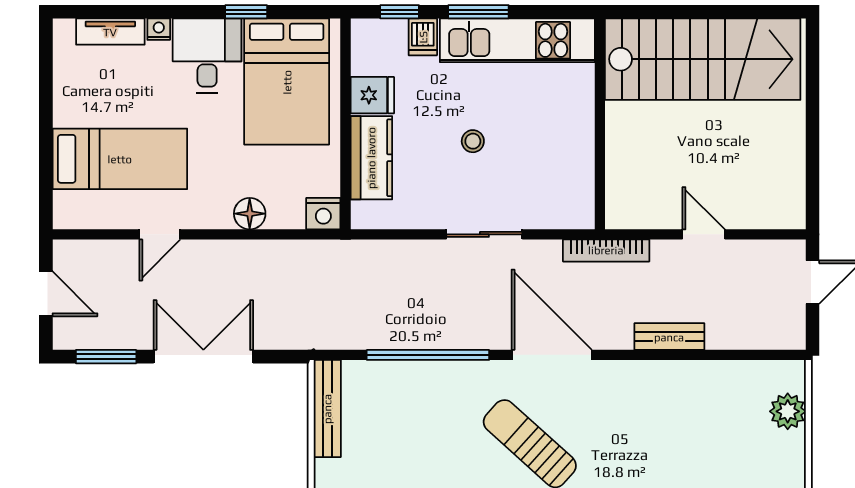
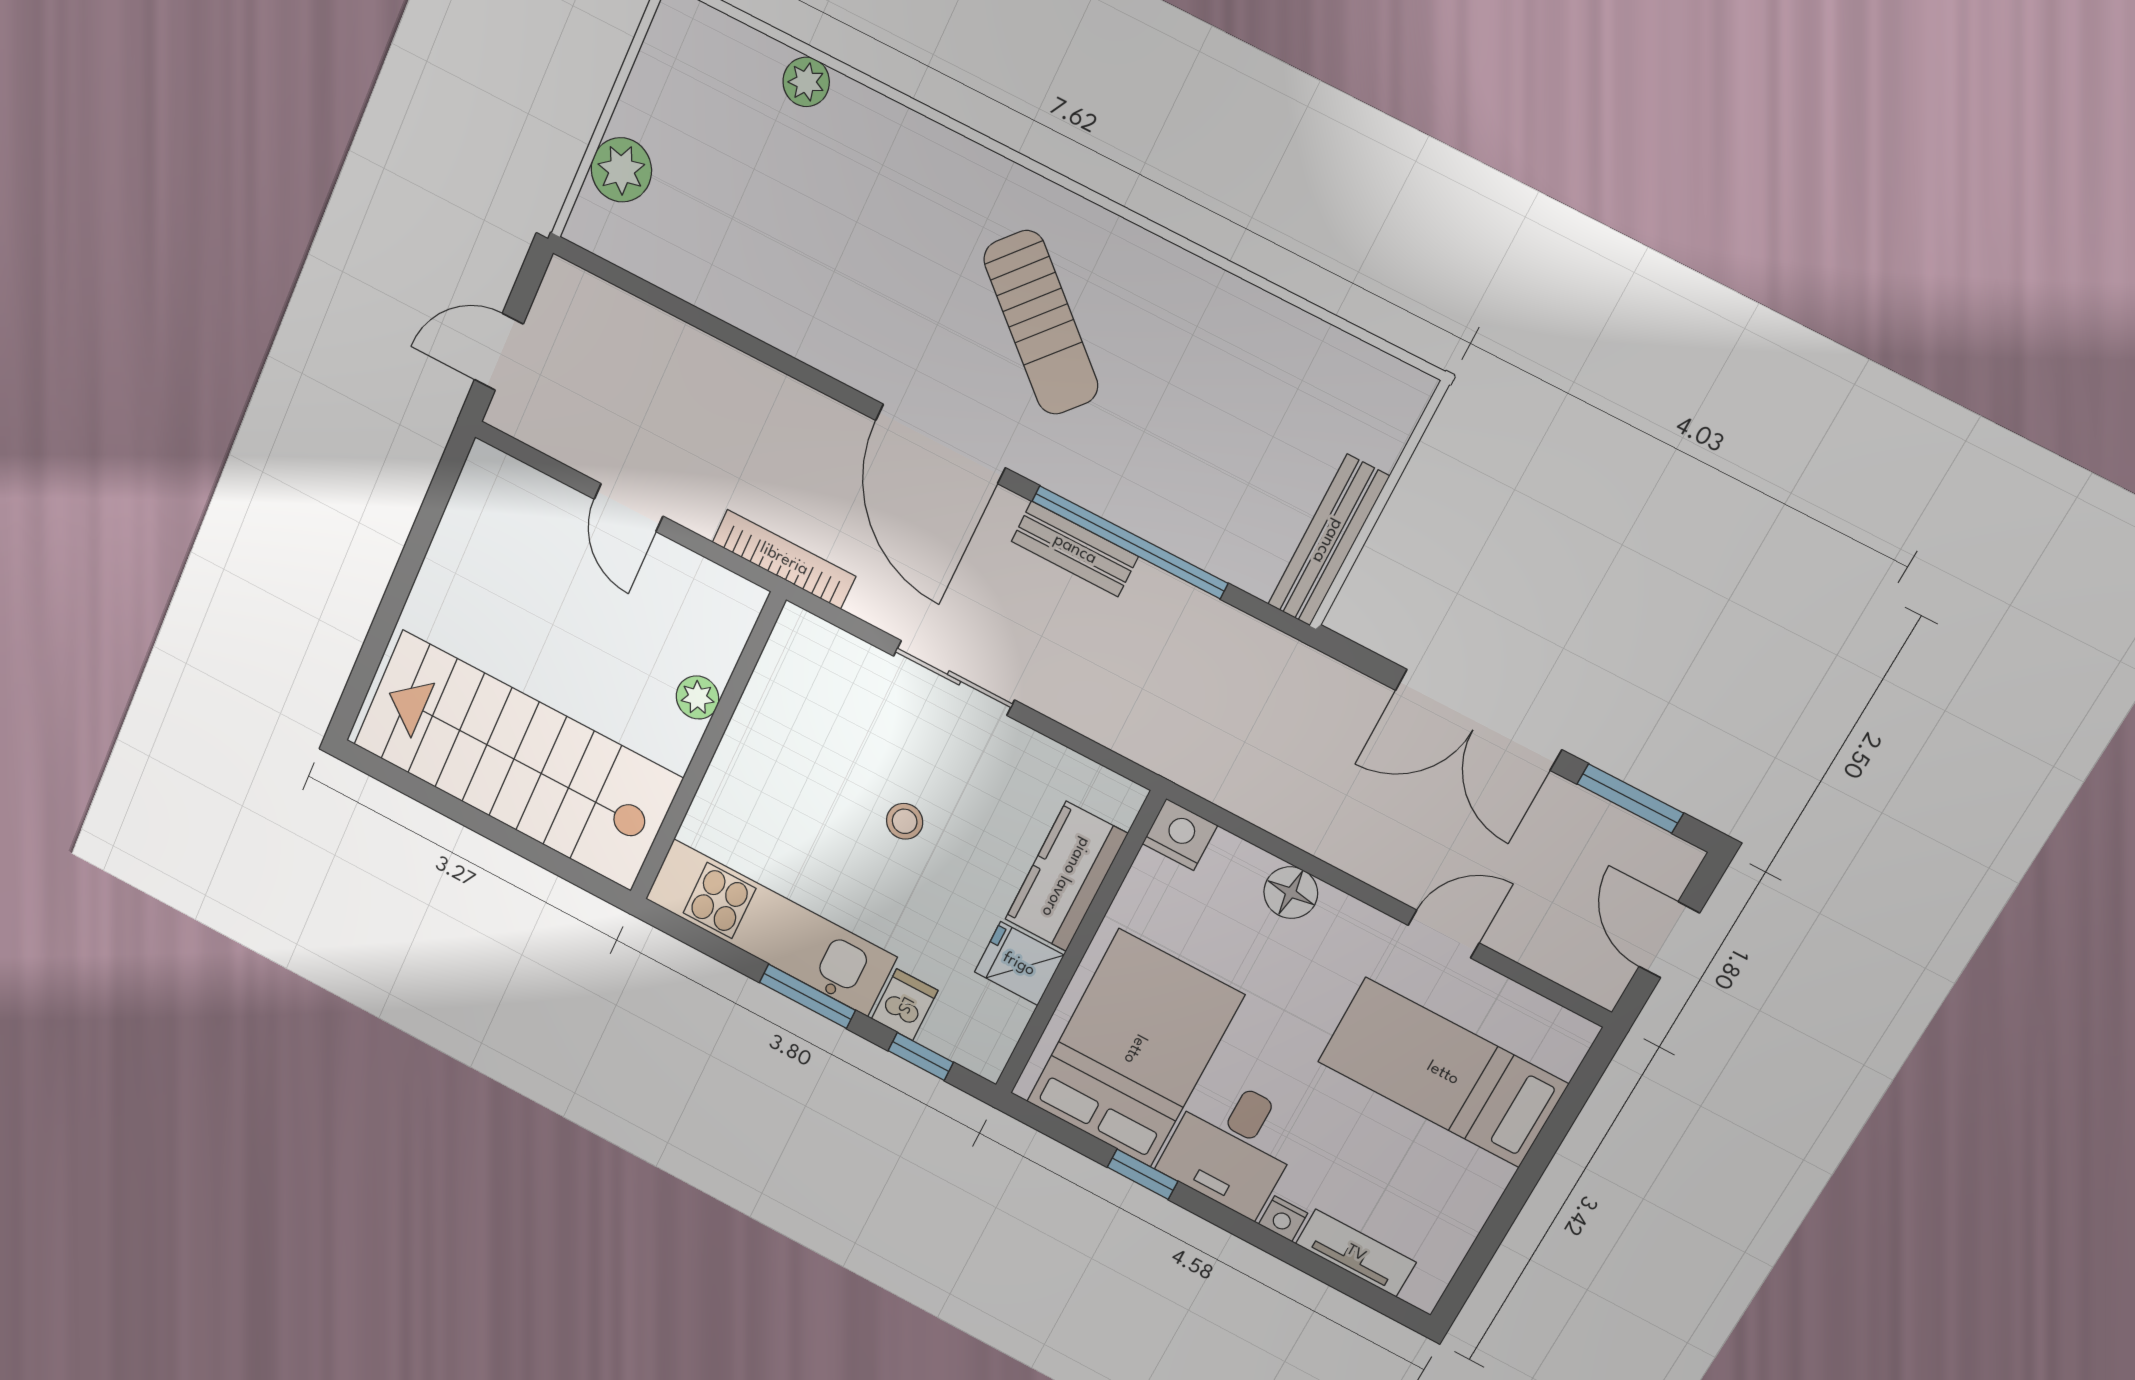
plant: (618, 149) -> (698, 697), added
bench: (669, 337) -> (1075, 549), moved

